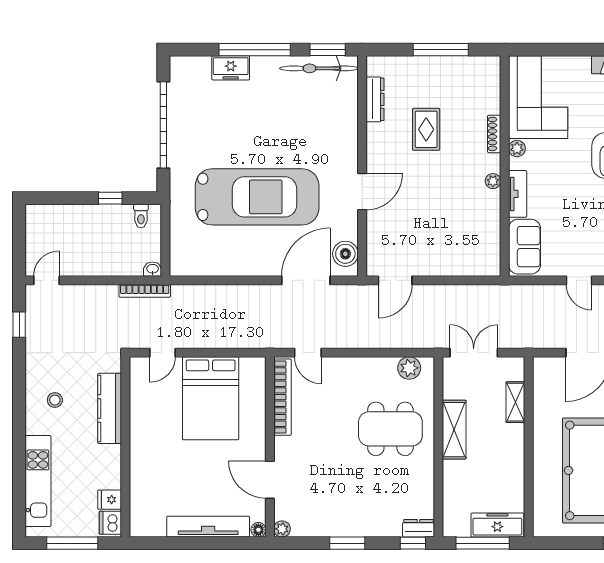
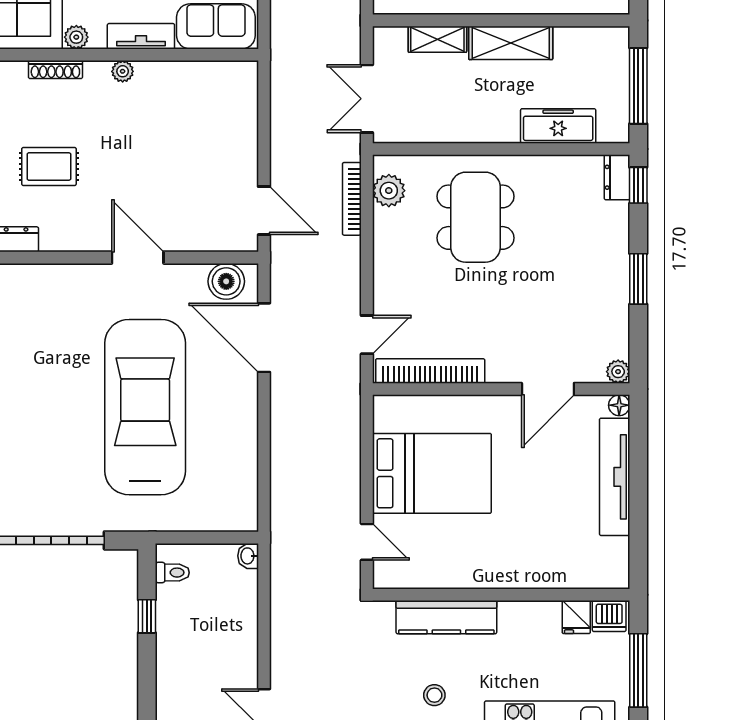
bookcase: (145, 291) -> (352, 199), moved, turned 180
shelving: (454, 430) -> (511, 43), moved
freezer: (497, 525) -> (558, 126), moved, turned 90

